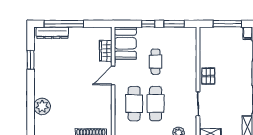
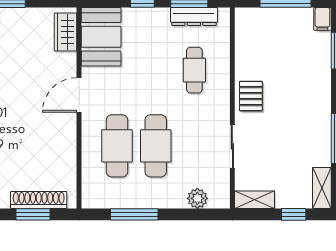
dresser: (177, 32) -> (194, 17), added
wardrobe: (106, 51) -> (66, 32), moved
cafe table: (156, 62) -> (194, 70), moved

